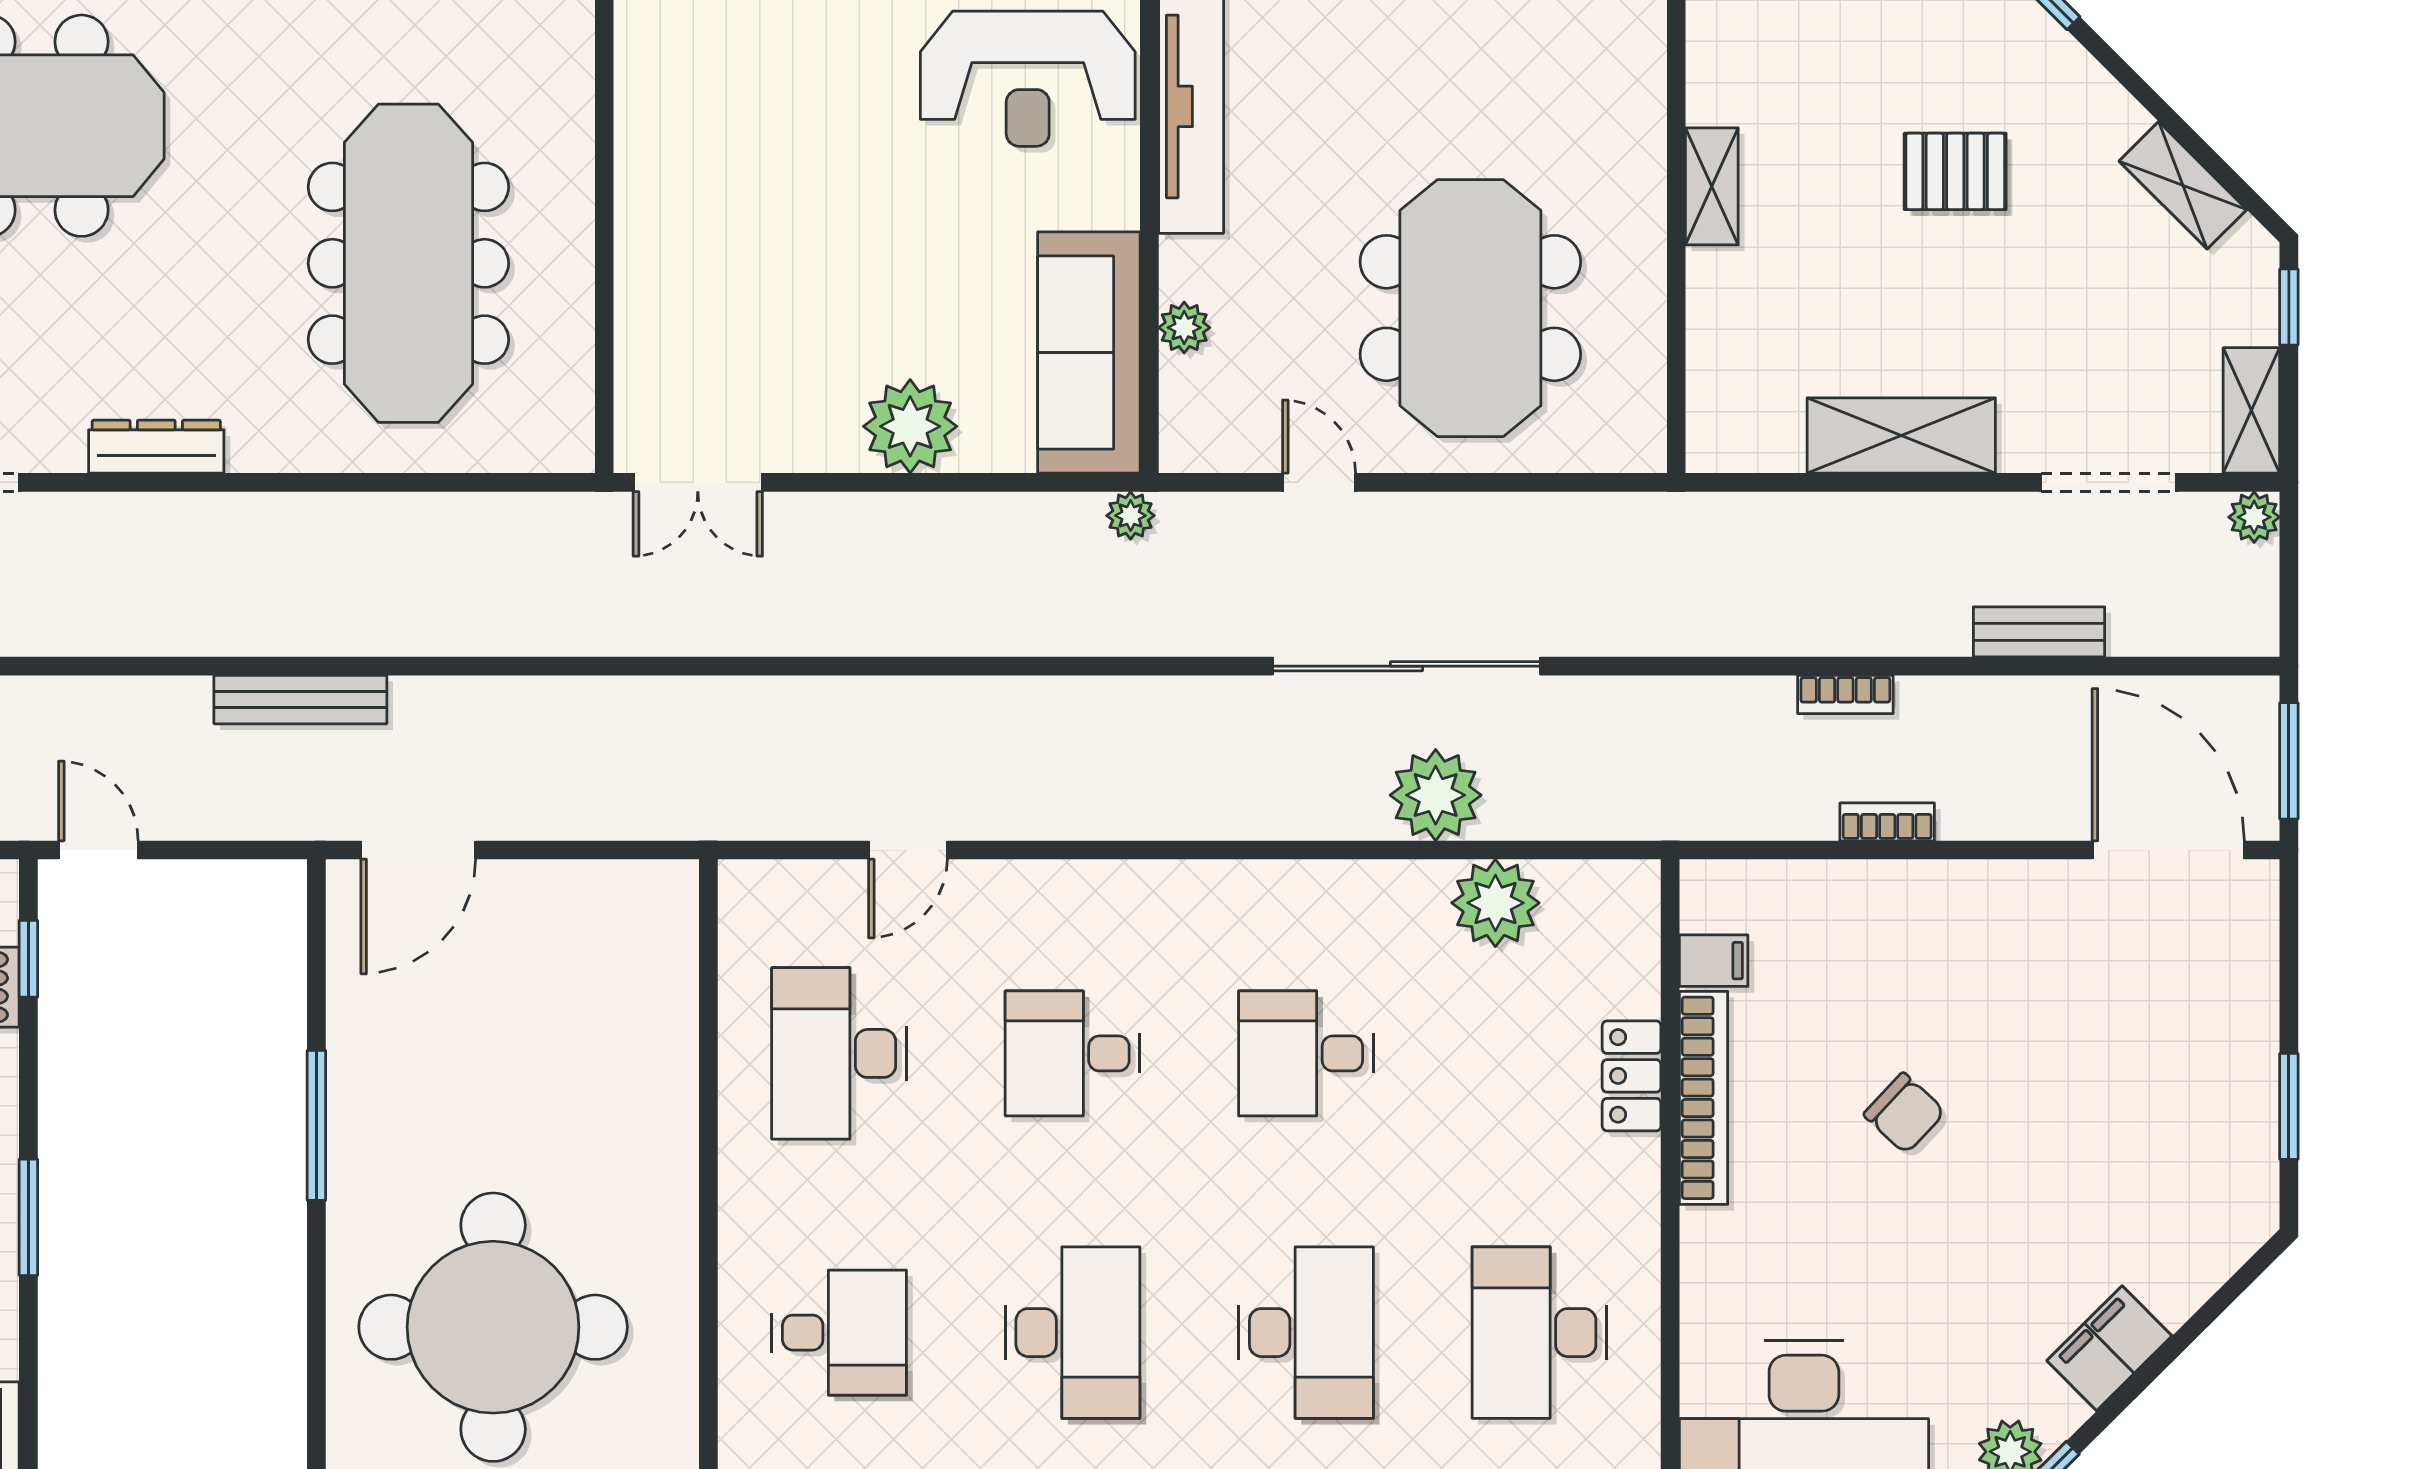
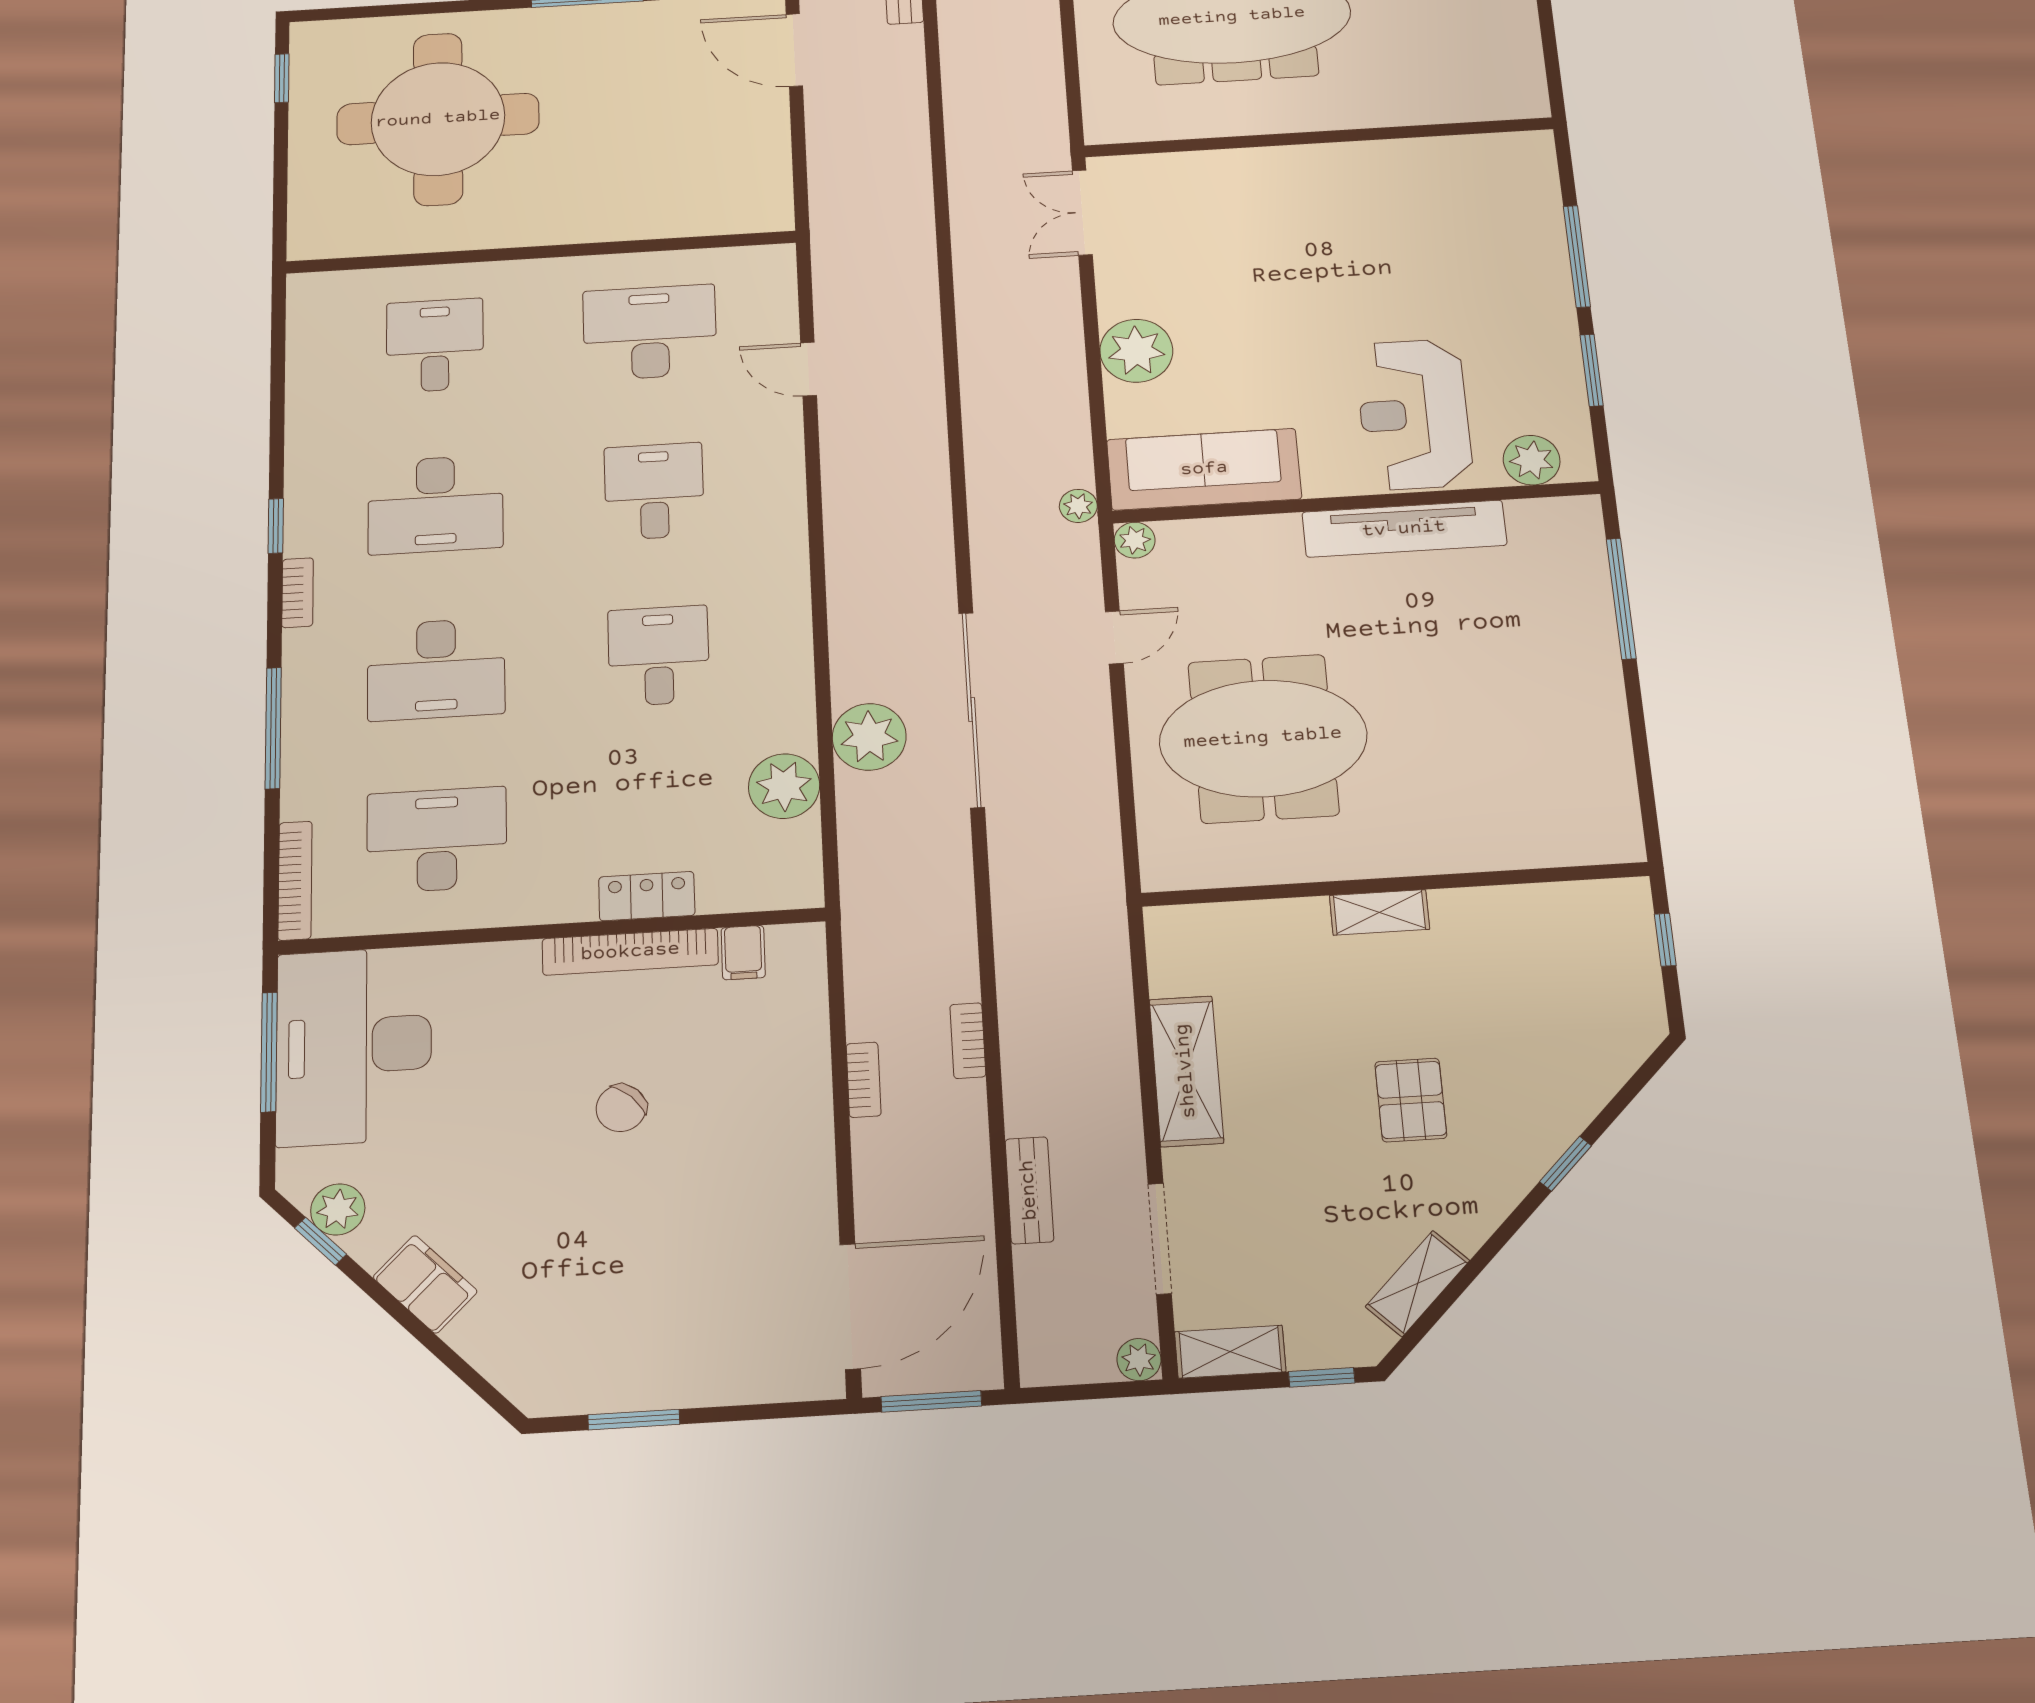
plant: (1184, 328) -> (1135, 540), moved
desk: (839, 1333) -> (435, 345), turned 180

